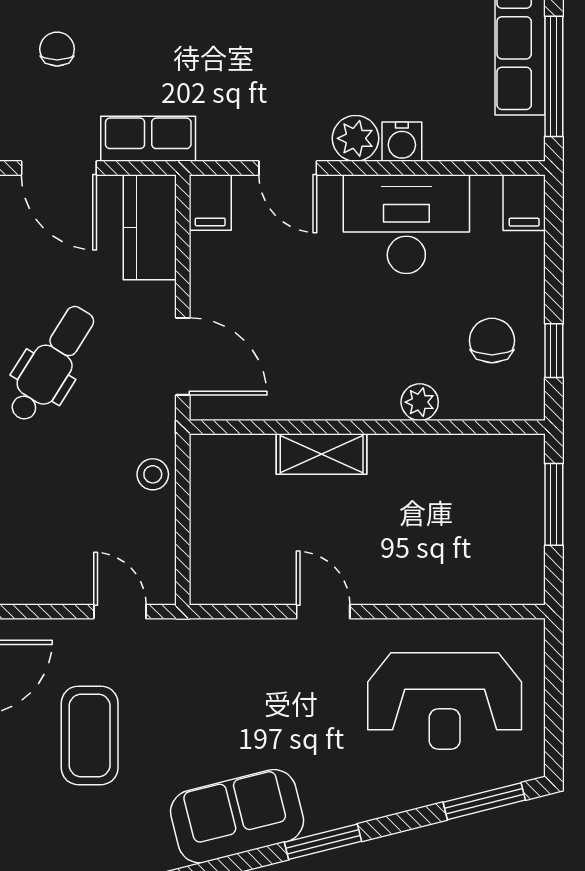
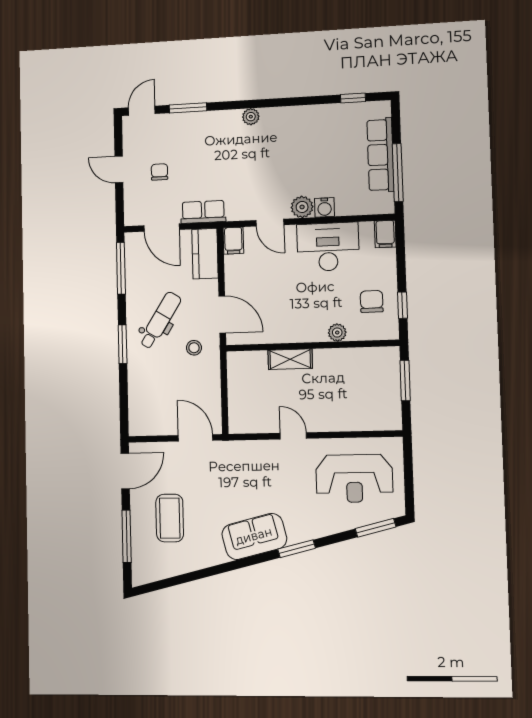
stool: (153, 474) -> (194, 348), moved
door: (120, 612) -> (195, 438), width x1.38
coffee table: (90, 735) -> (170, 518), moved

